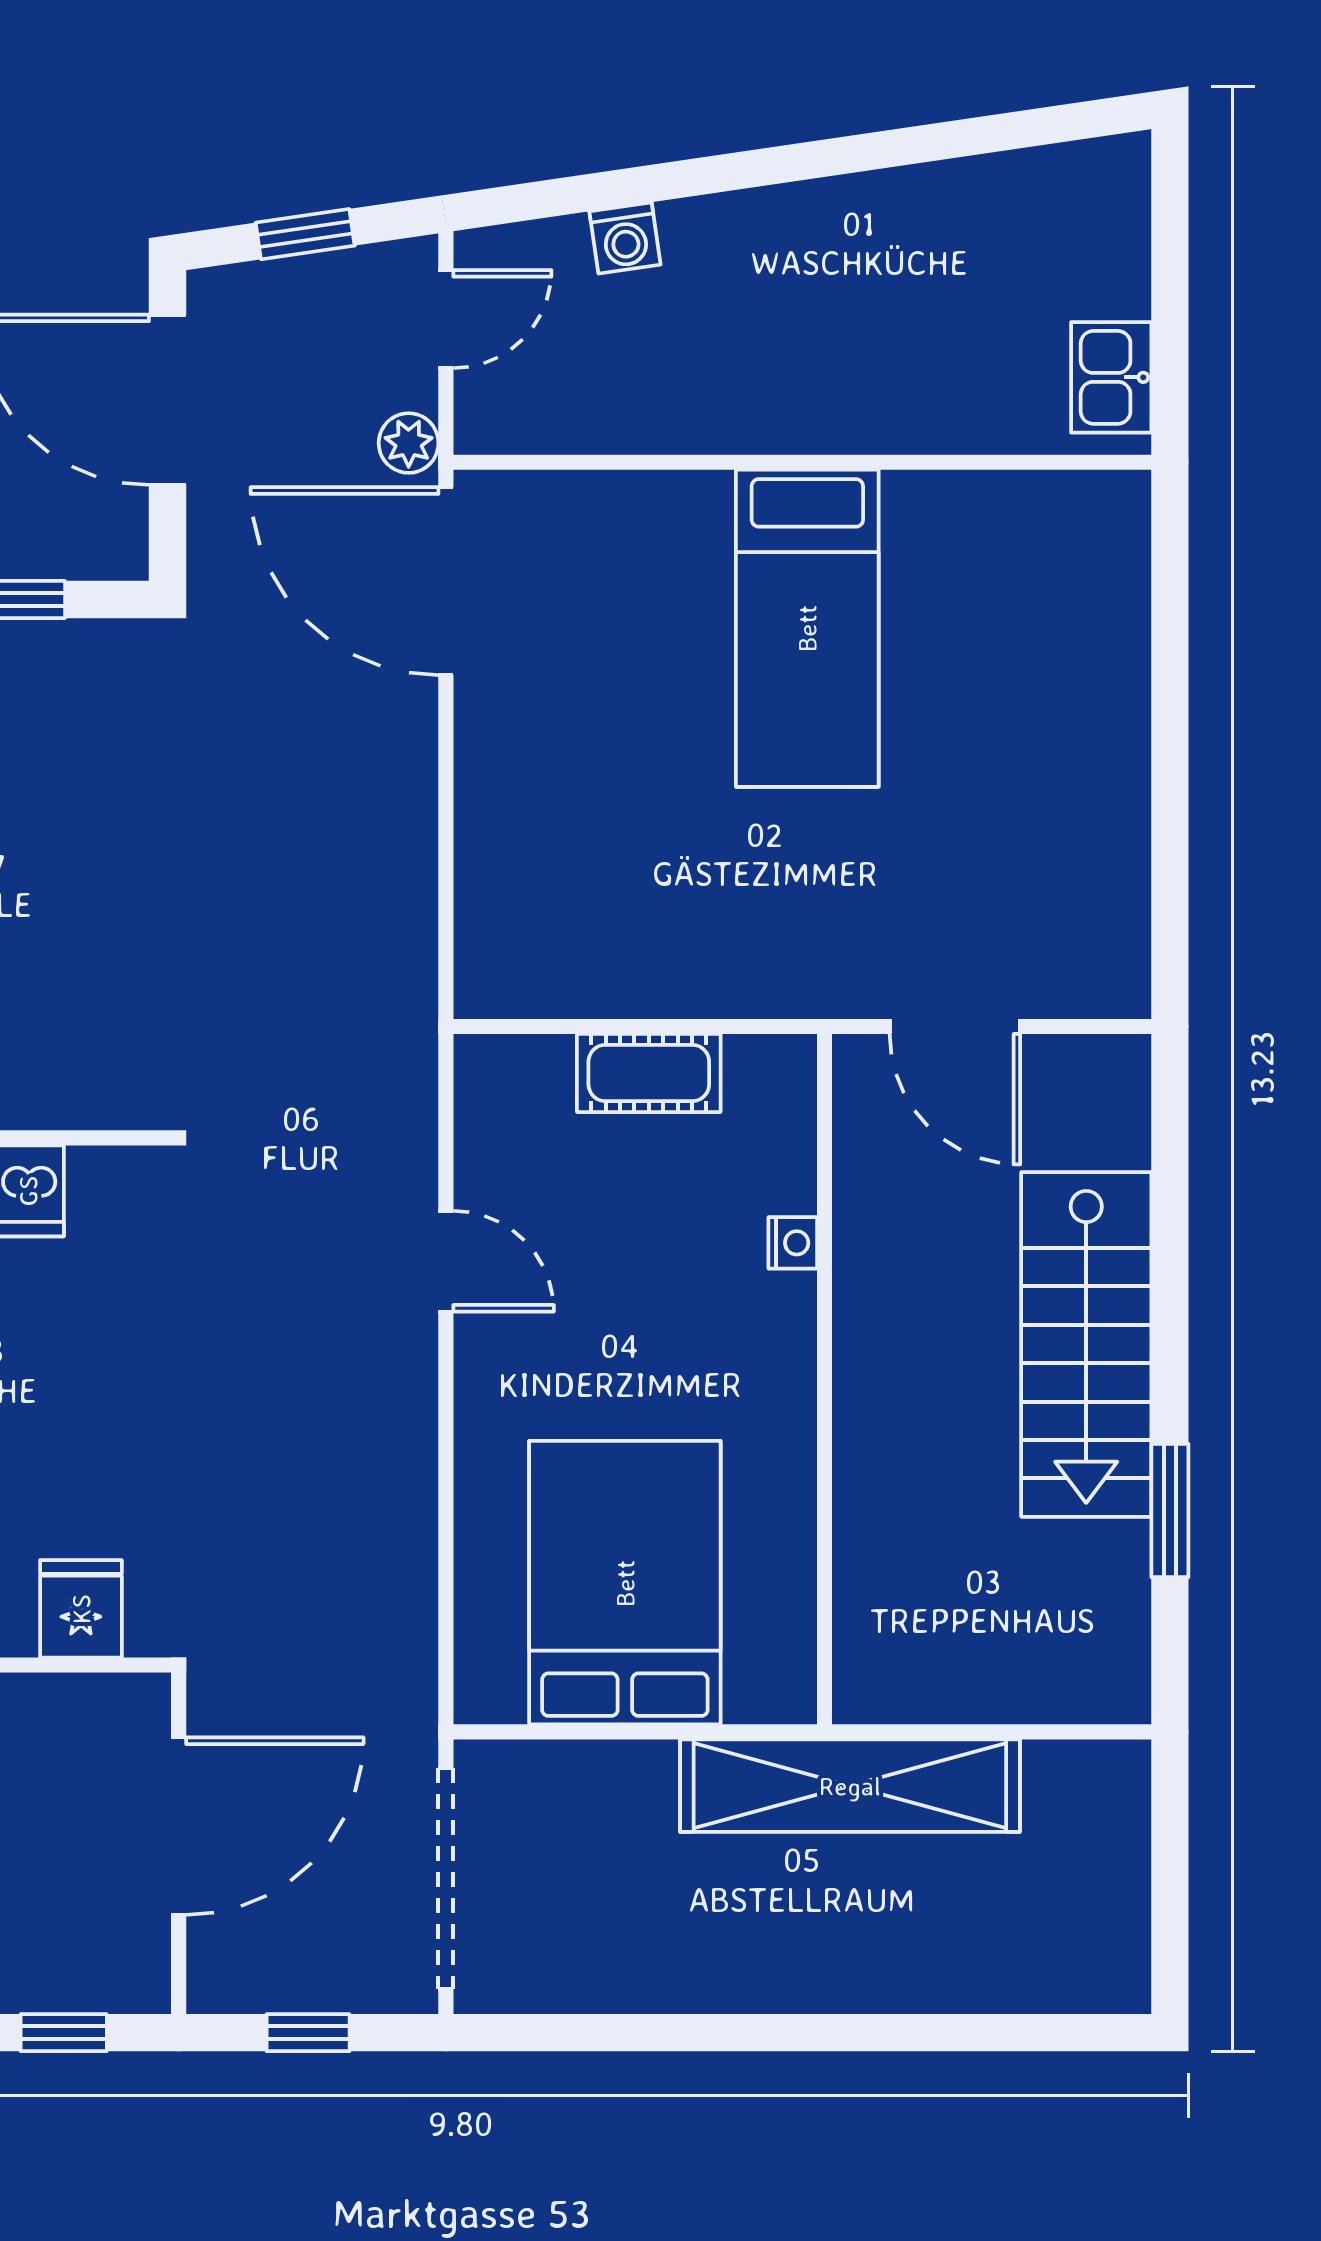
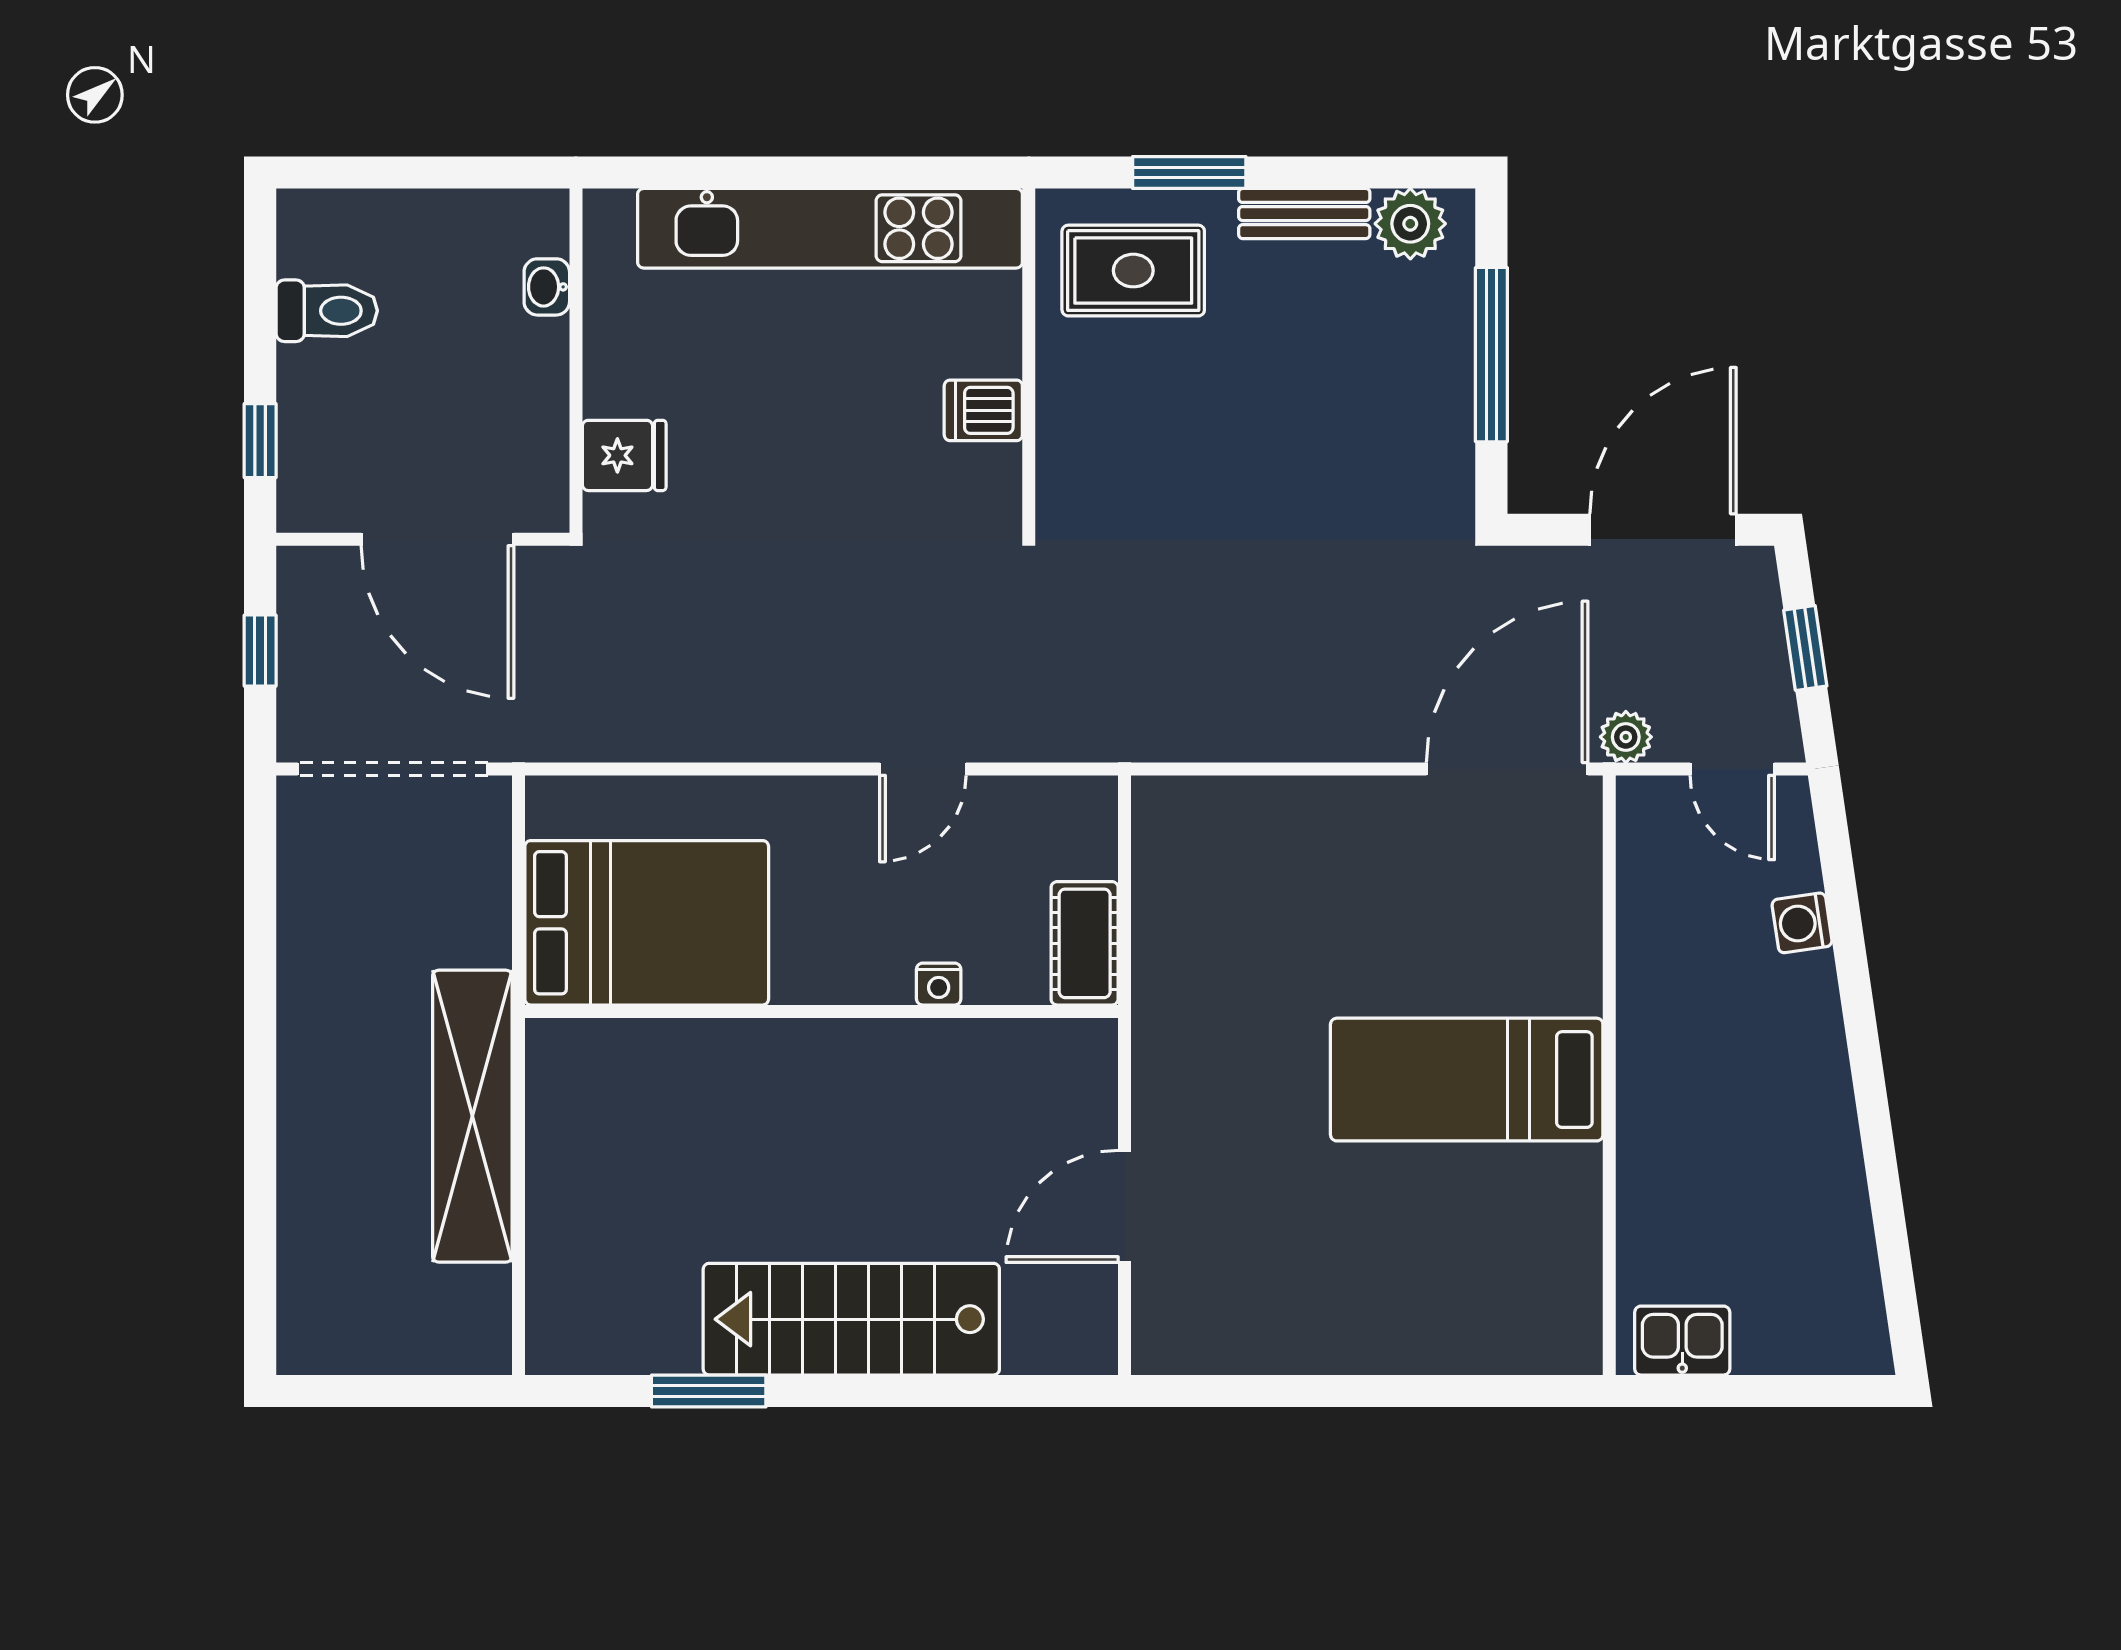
nightstand: (793, 1243) -> (939, 984), moved
wall: (825, 1379) -> (821, 1011), moved

